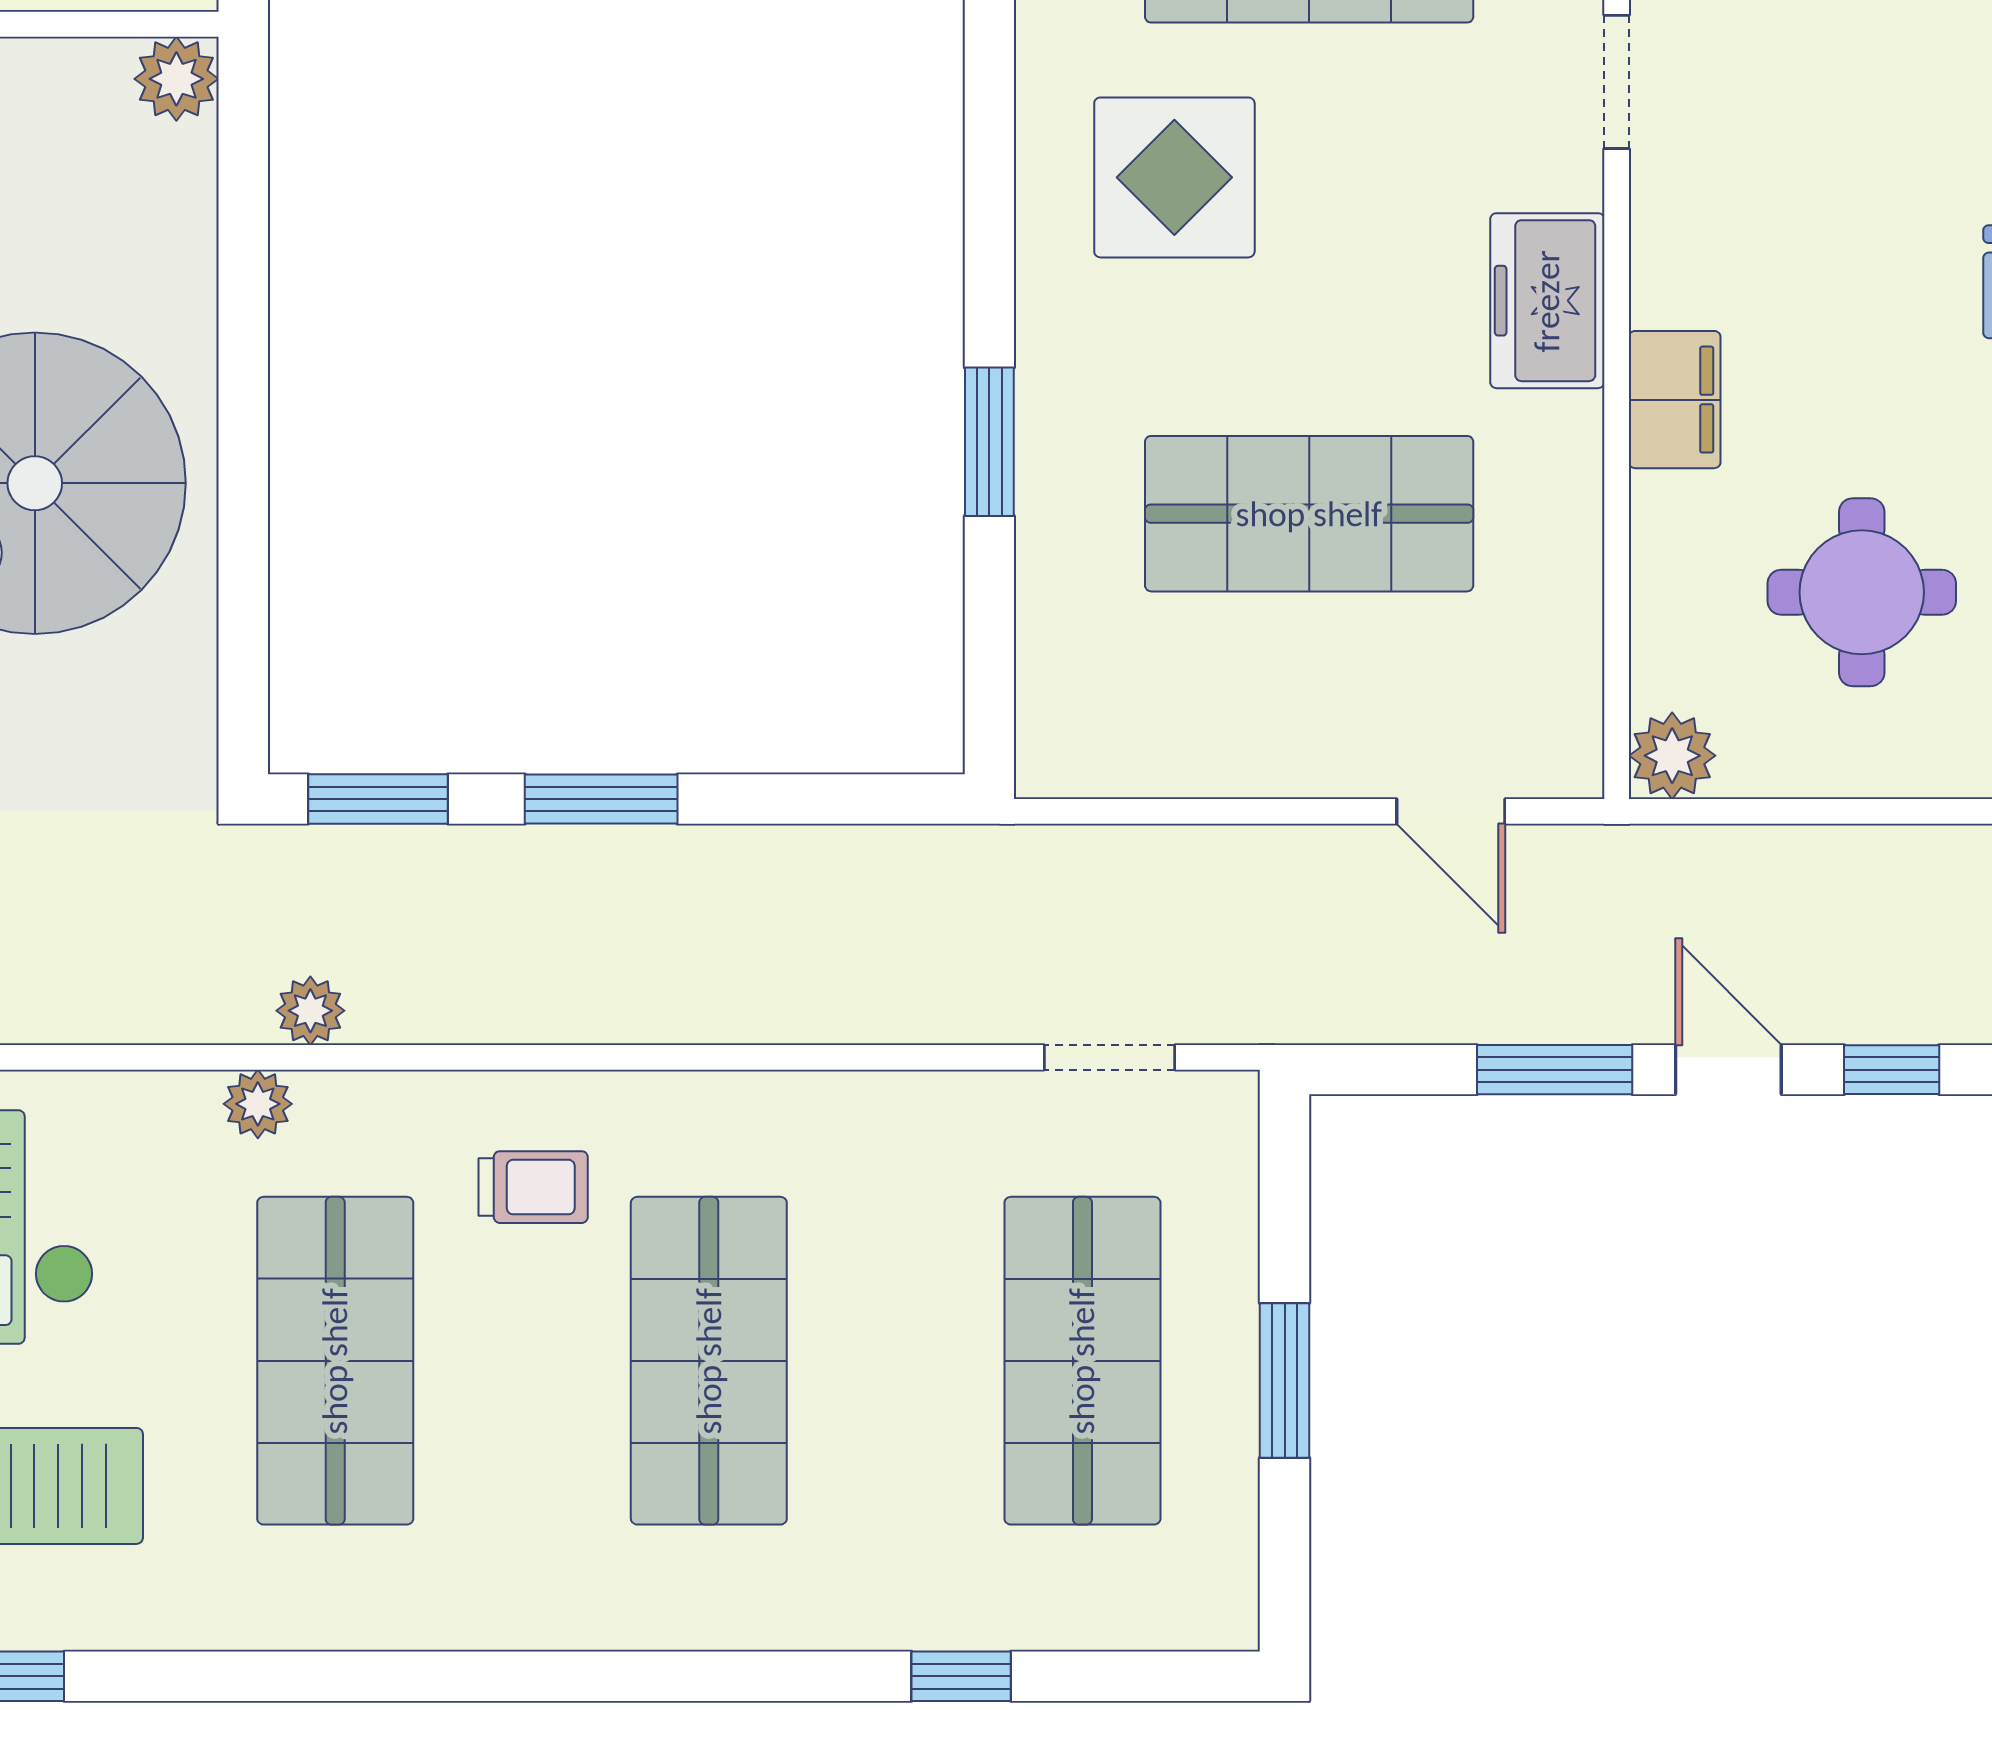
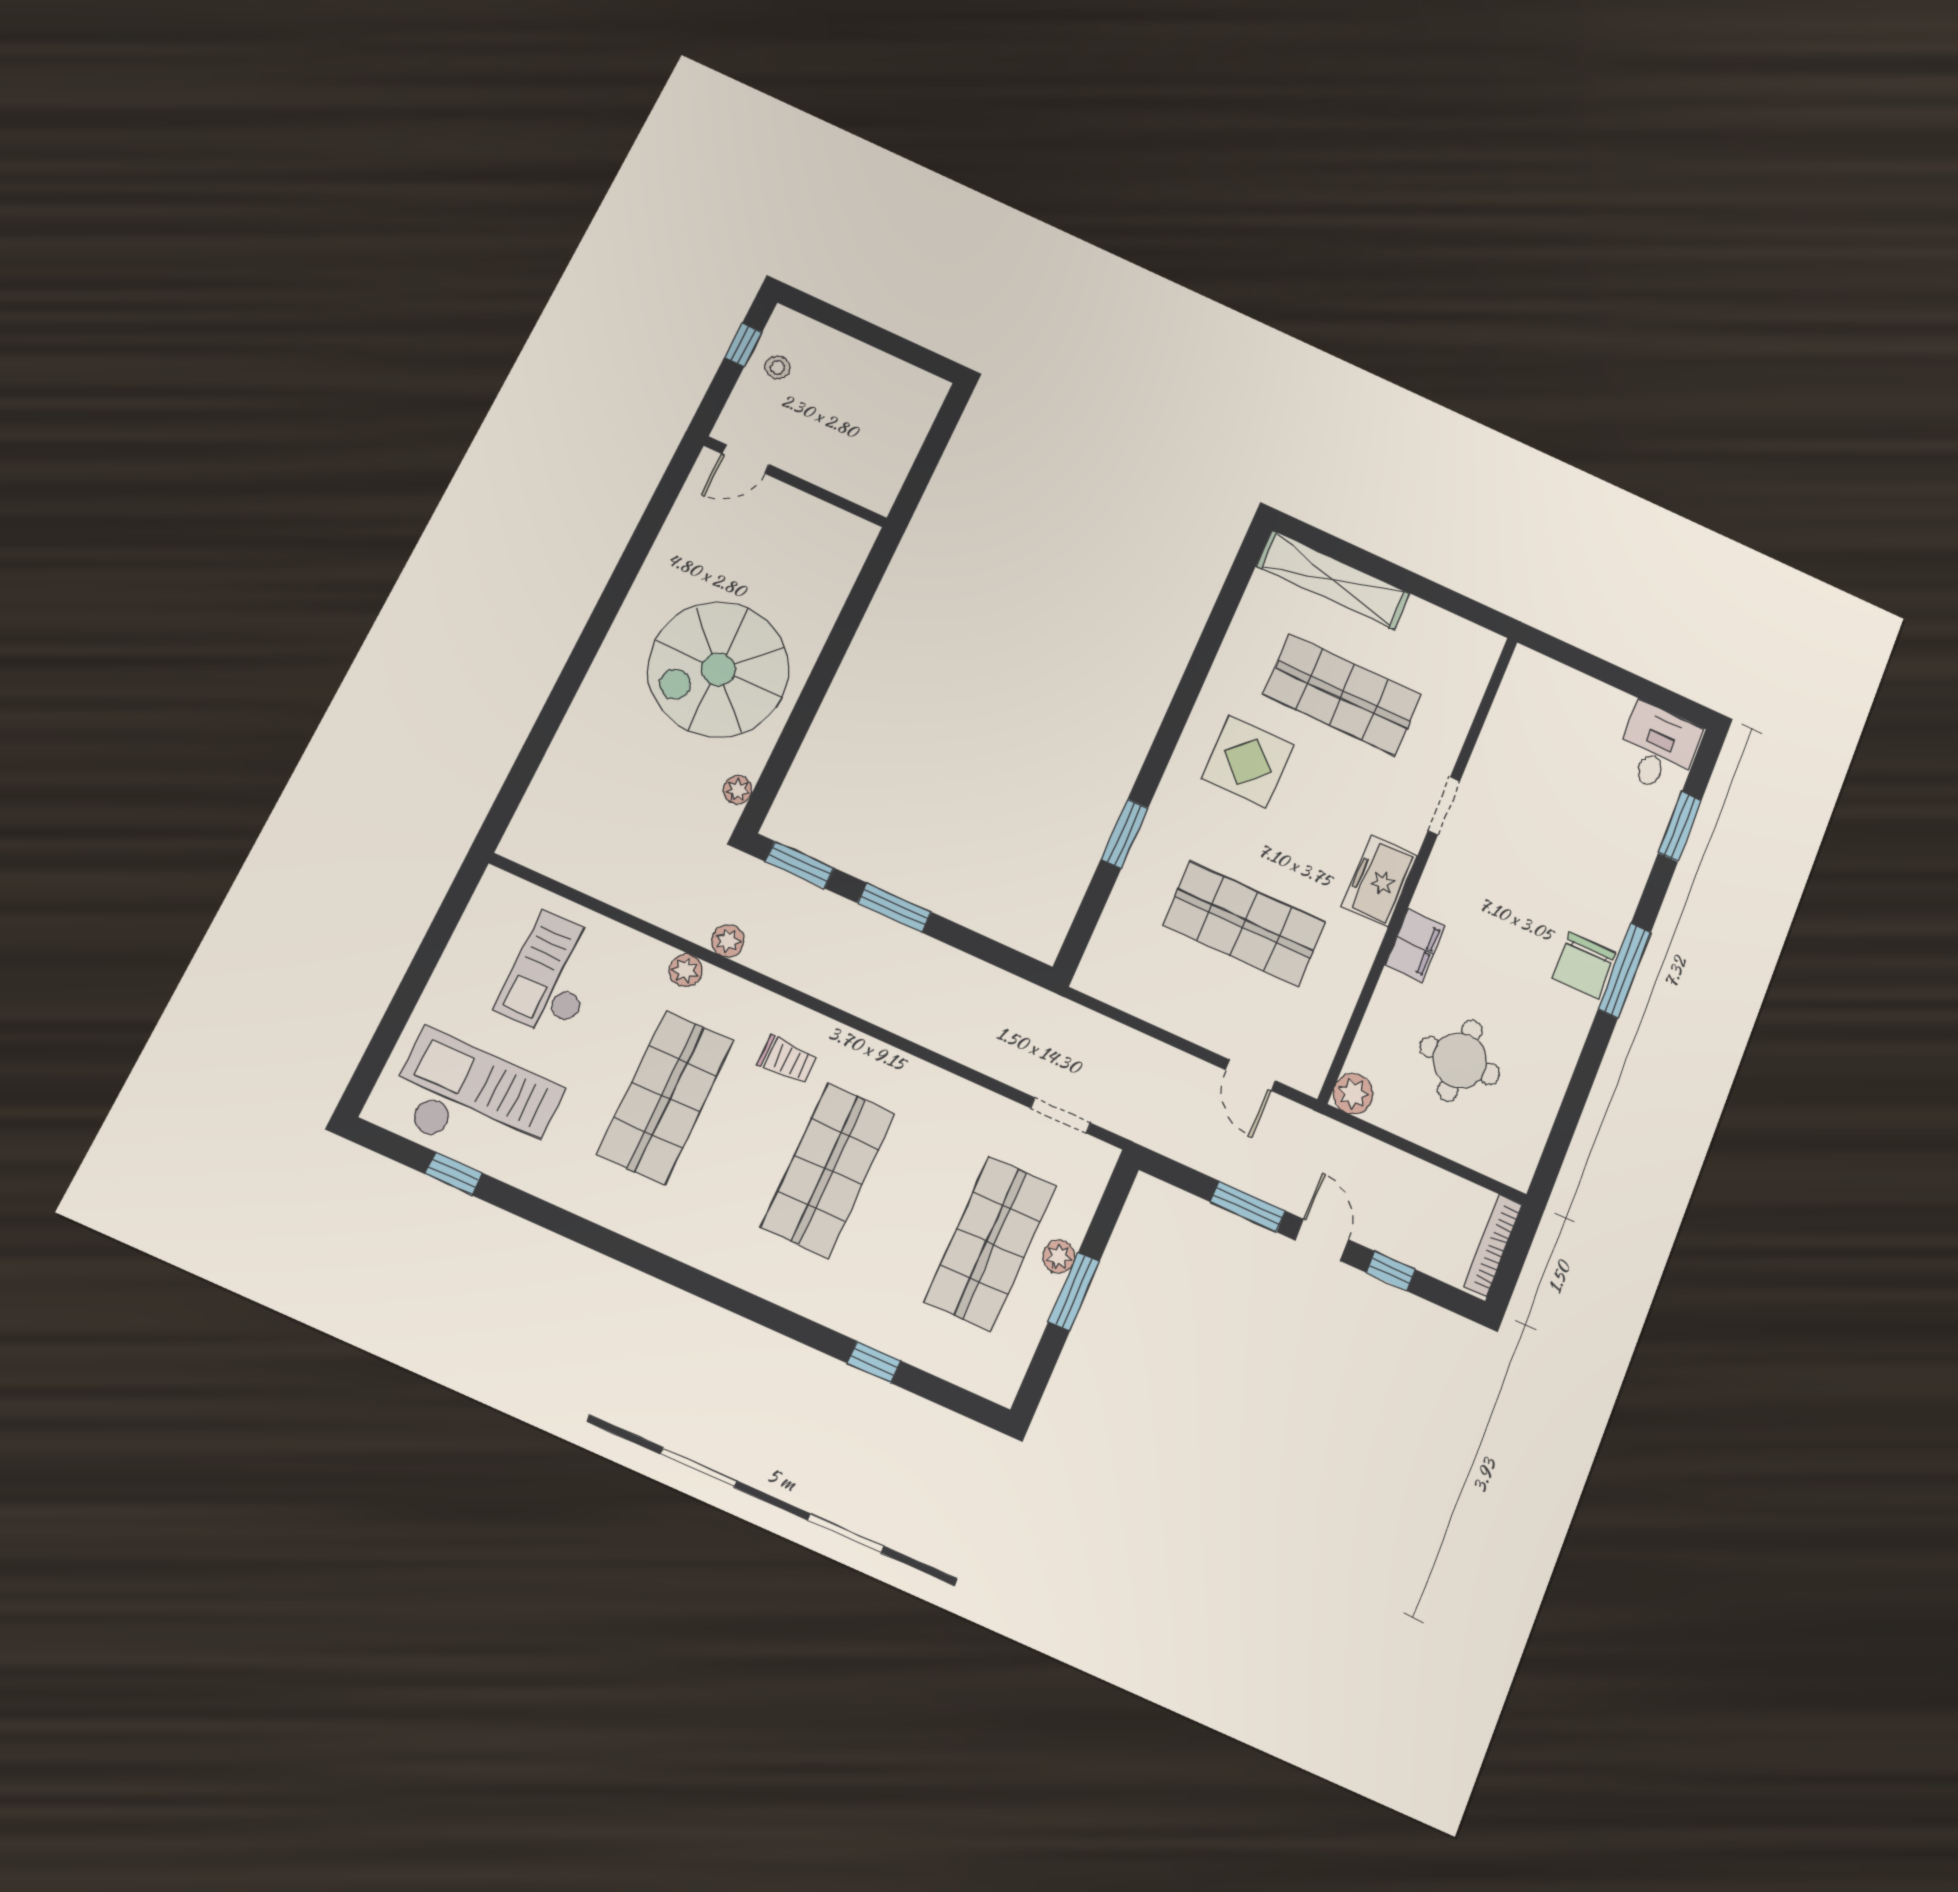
plant: (176, 79) -> (738, 790), moved, width x0.73, depth x0.73
plant: (1226, 1328) -> (1059, 1257), added

